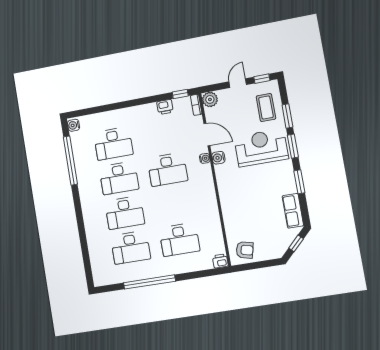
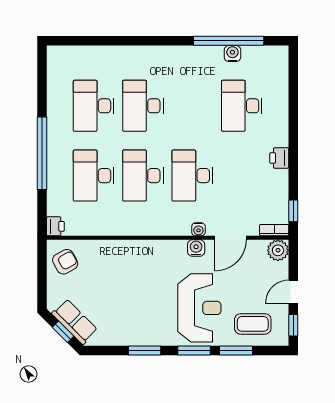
door: (238, 83) -> (293, 292), swing flipped
printer: (165, 107) -> (279, 158), moved
water cooler: (74, 125) -> (232, 54), moved
desk: (119, 178) -> (143, 176), moved
row of seats: (293, 211) -> (75, 322), moved, turned 45
armchair: (245, 250) -> (65, 262), turned -133
window: (149, 282) -> (42, 153), moved

